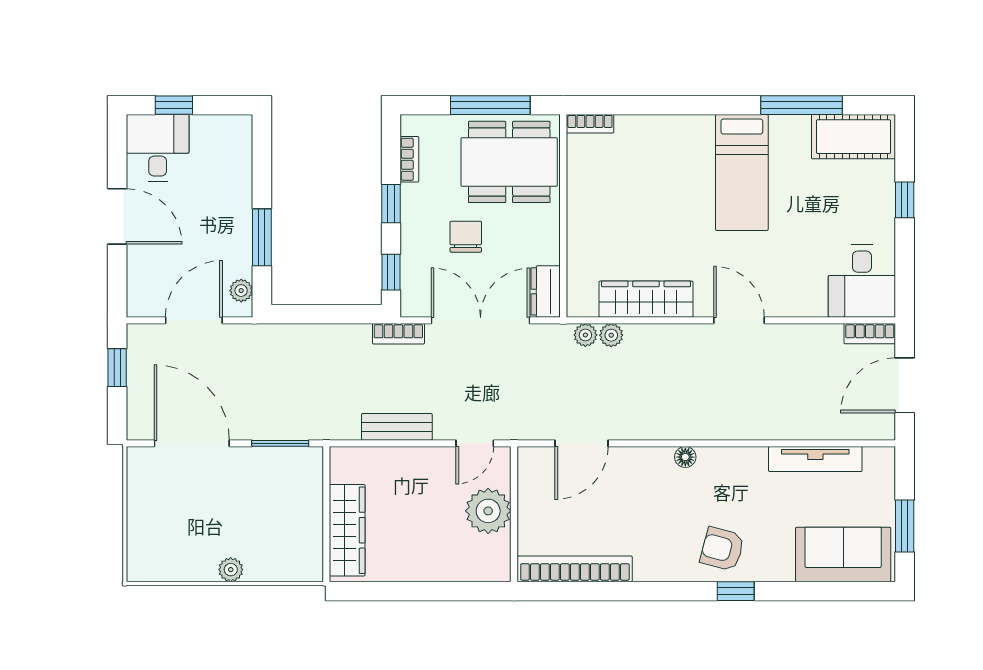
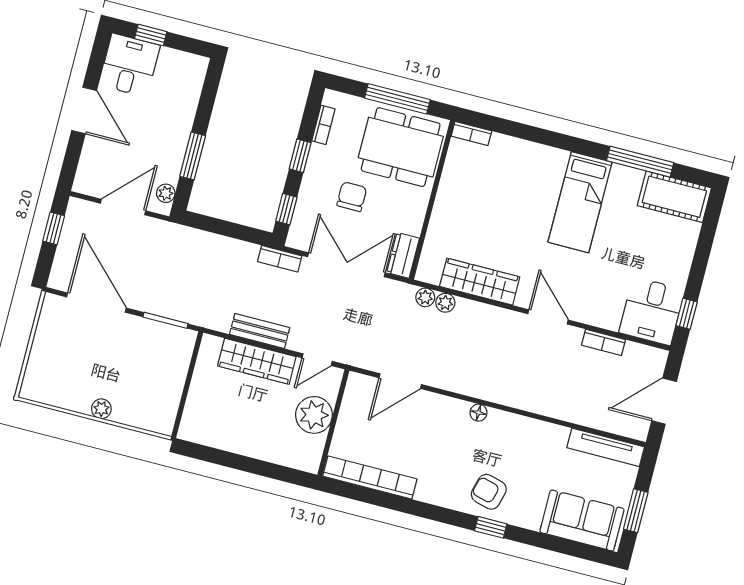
window: (905, 200) -> (687, 314), moved
bookcase: (870, 334) -> (603, 342), moved
tv unit: (815, 459) -> (606, 447), moved
wardrobe: (347, 530) -> (257, 361), moved, turned 90

